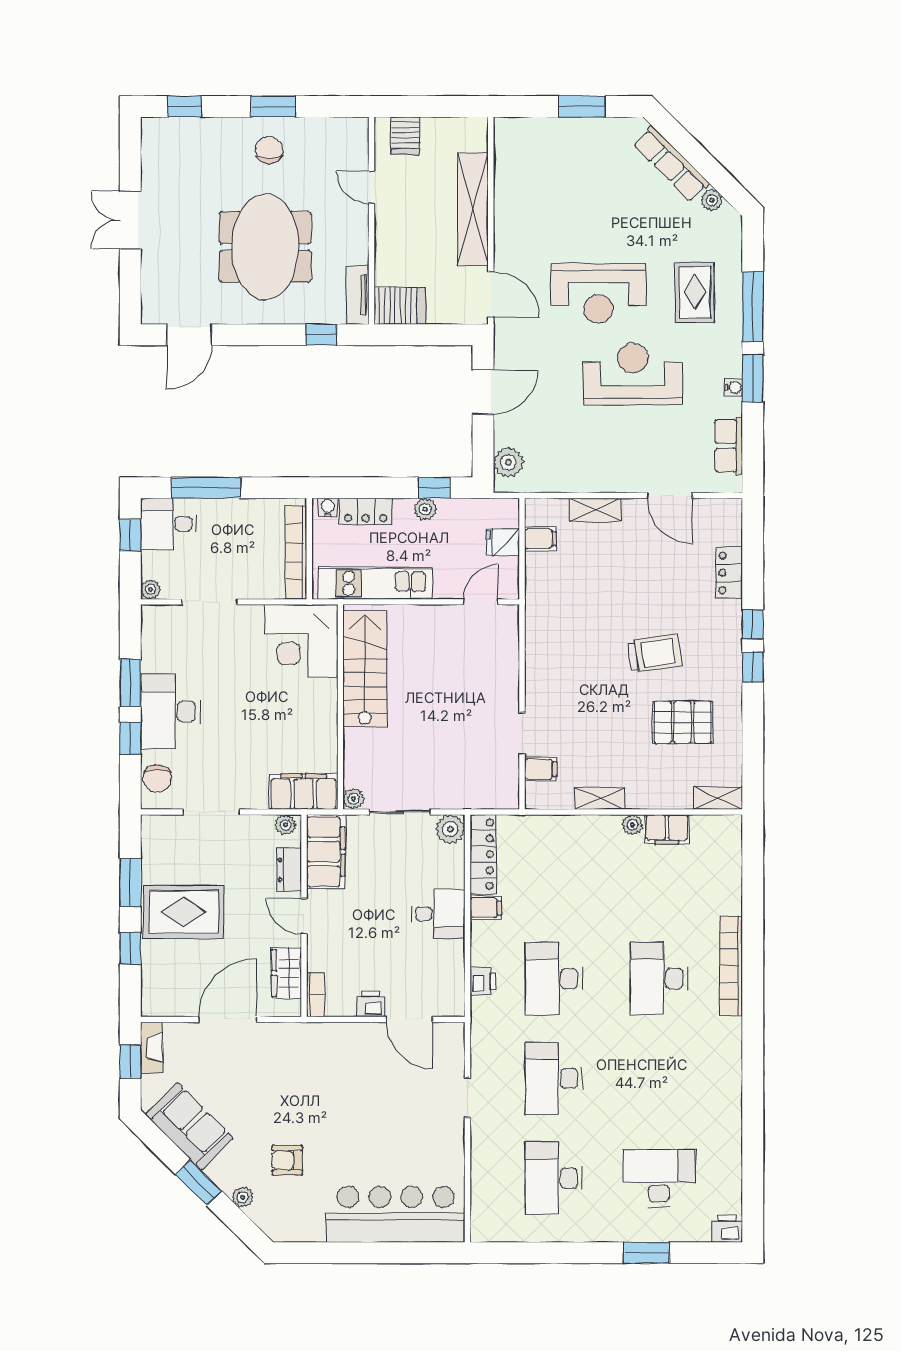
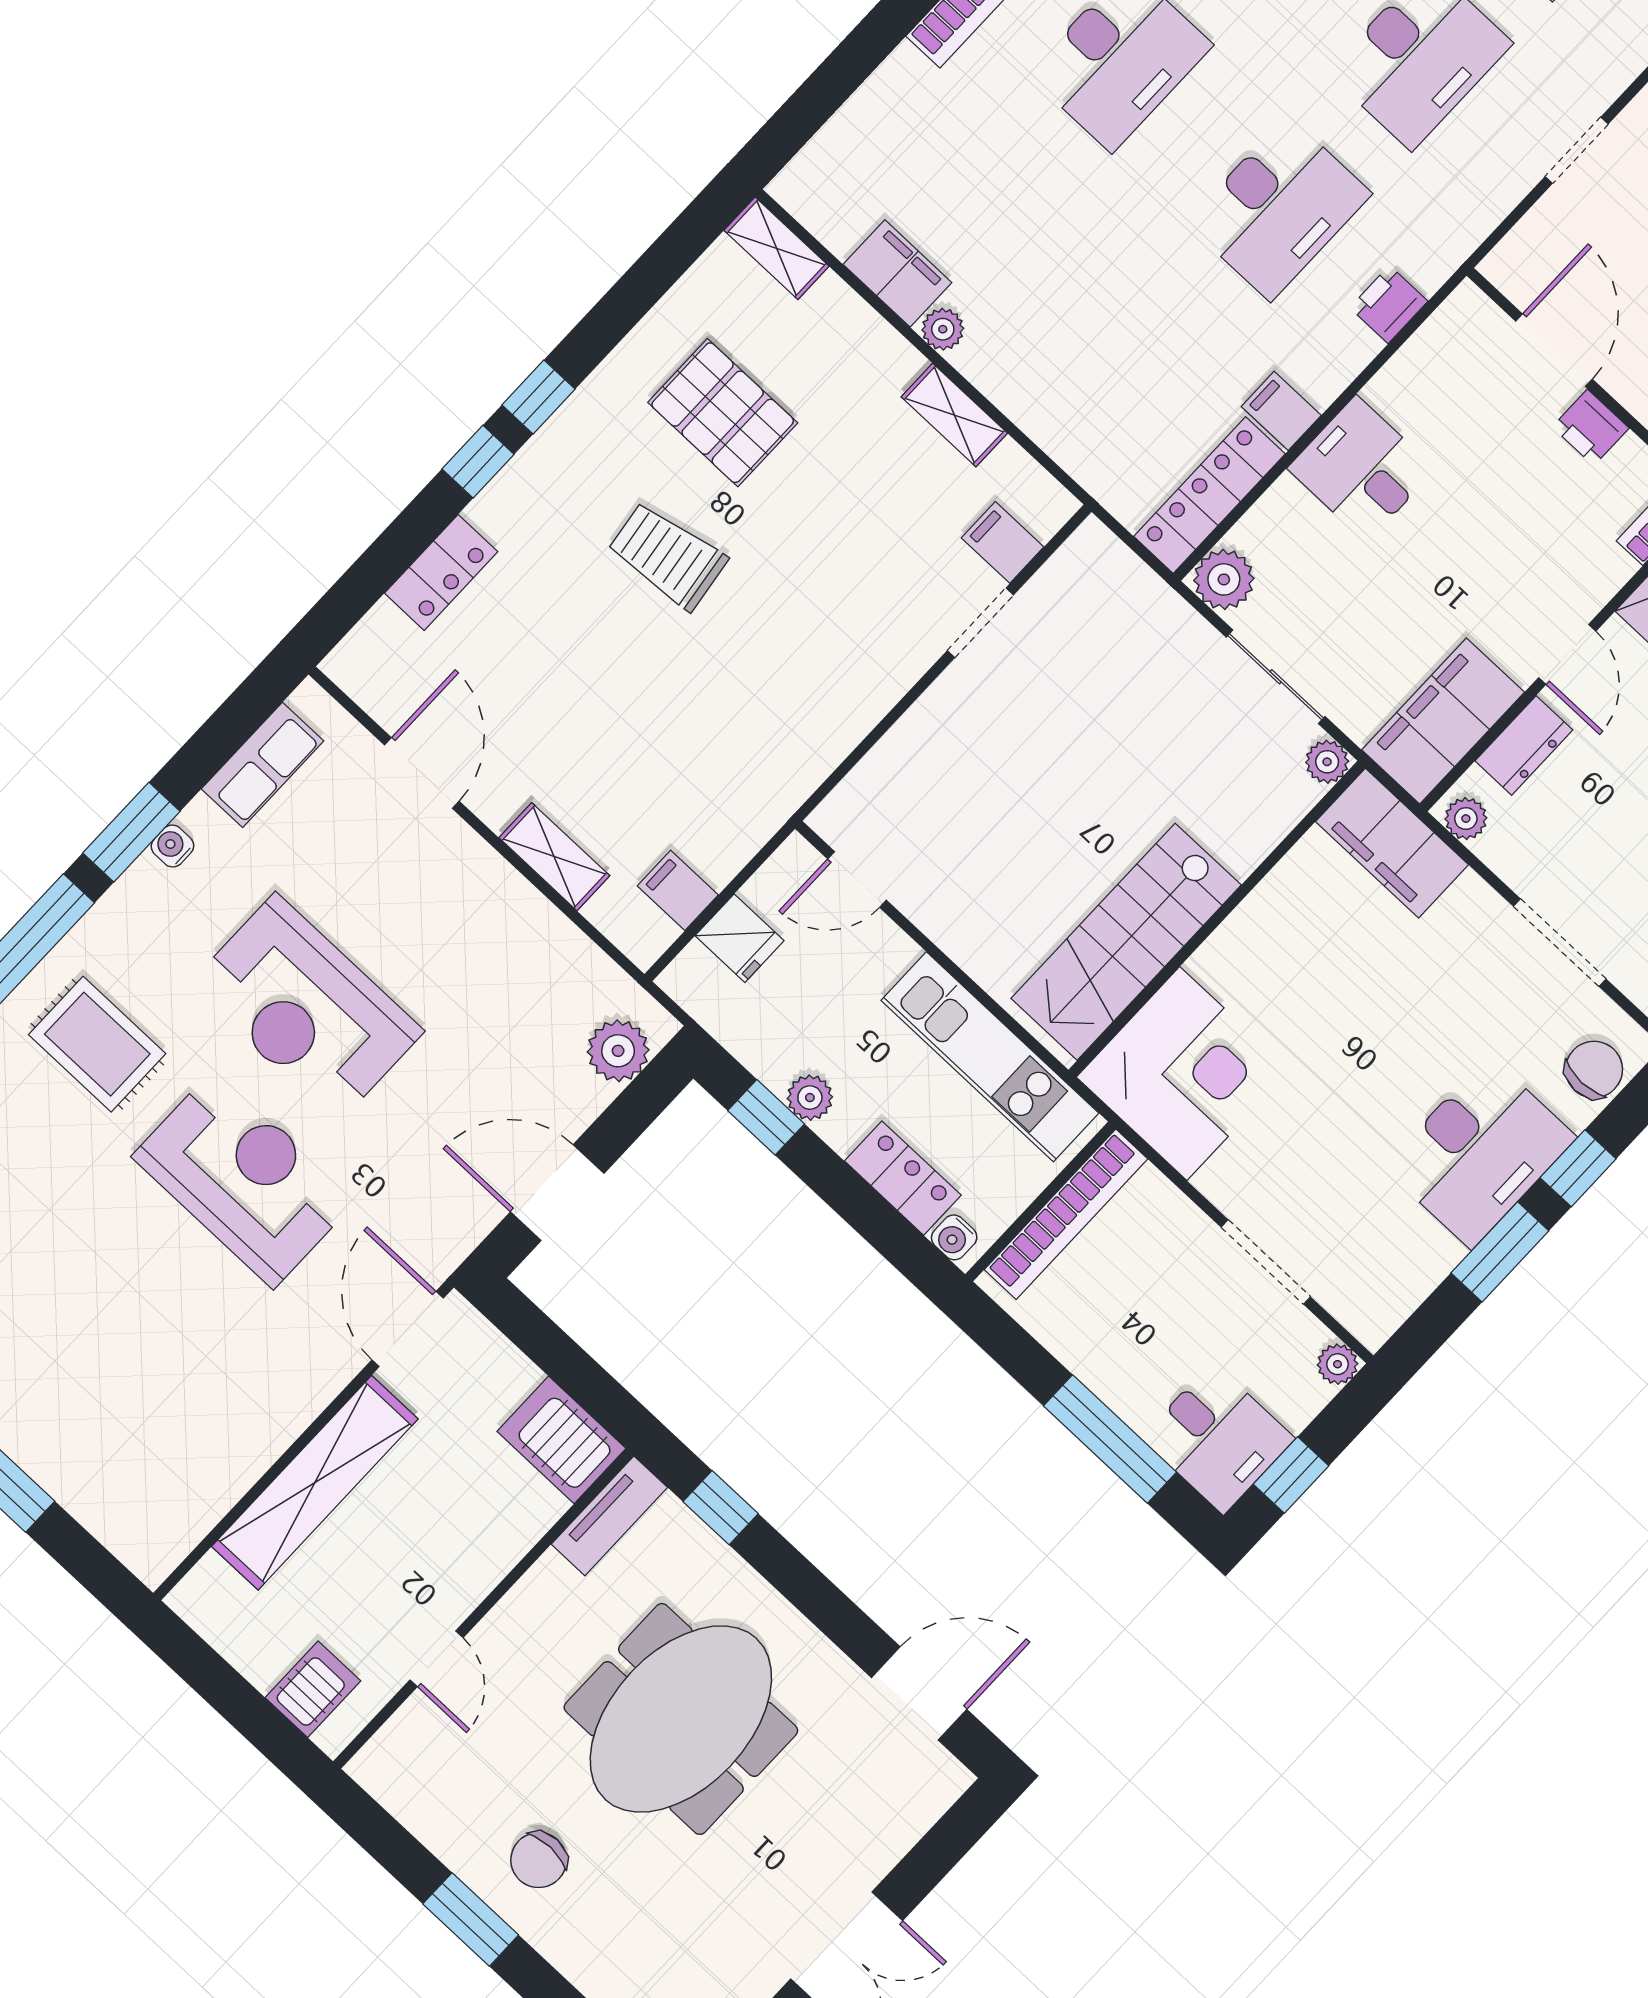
rug: (695, 292) -> (97, 1044), turned 90

